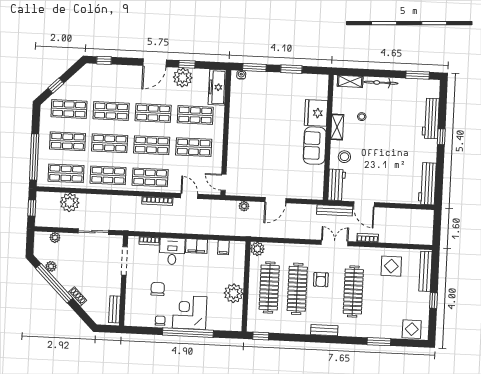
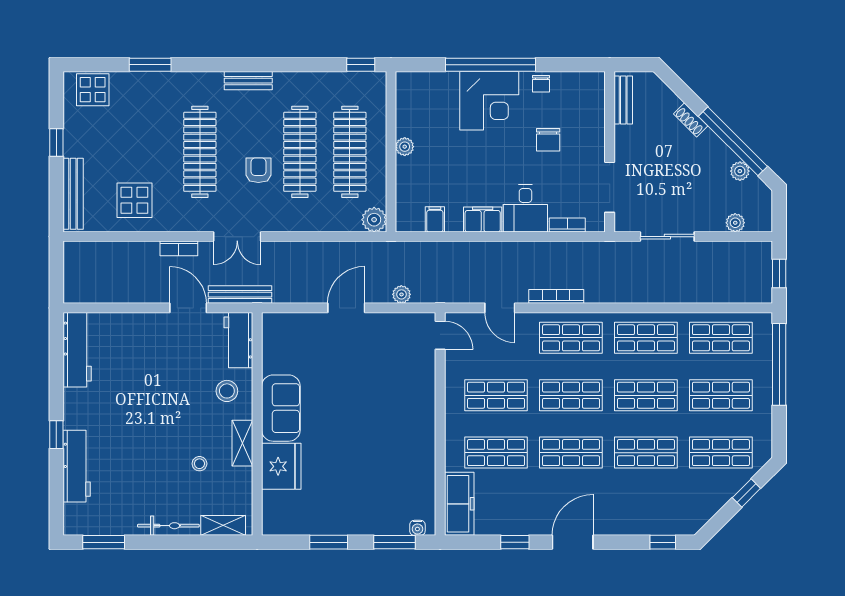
plant: (183, 77) -> (521, 518), removed
plant: (70, 202) -> (712, 286), removed
plant: (234, 293) -> (405, 147), width x0.53, depth x0.53

